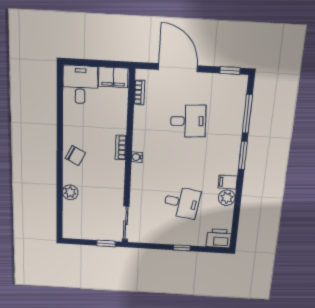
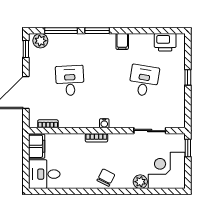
plant: (227, 198) -> (40, 41), moved
corner desk: (82, 220) -> (167, 170), added
sliding door: (126, 223) -> (150, 131), moved
printer: (219, 238) -> (165, 42), moved, turned -90

